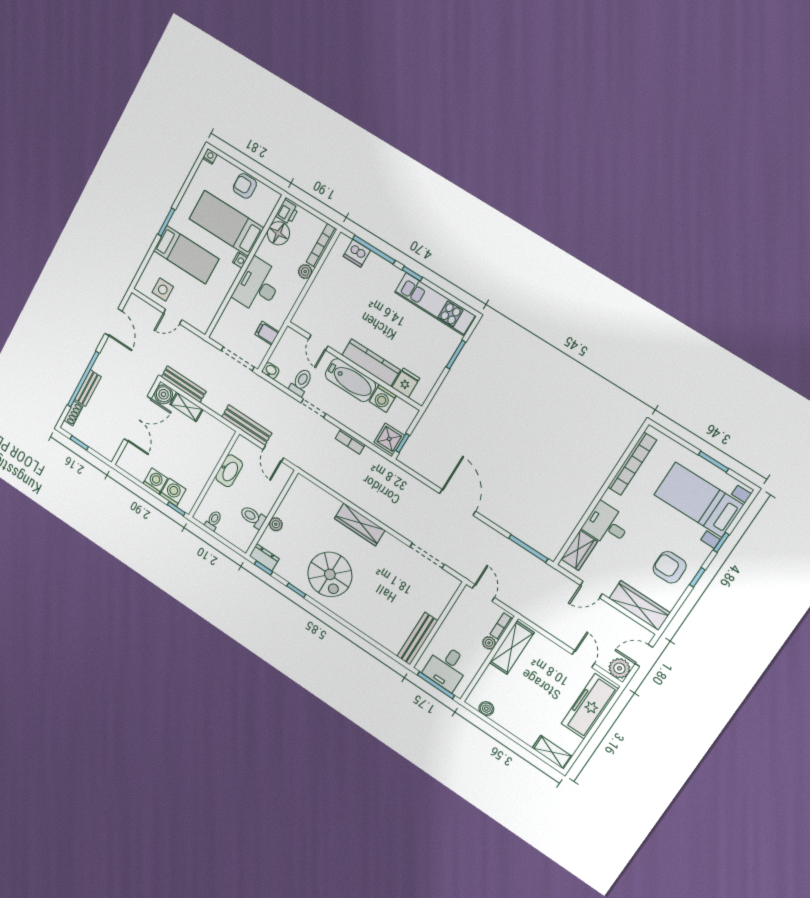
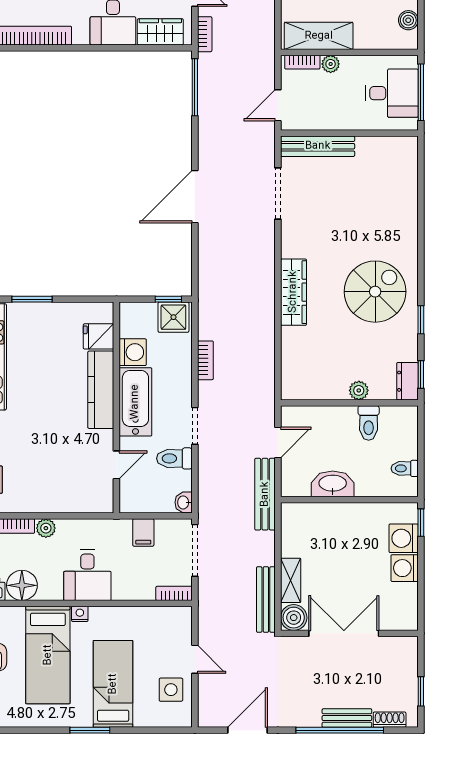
desk: (258, 286) -> (87, 575), width x0.73
bookcase: (219, 329) -> (174, 593), added
bookcase: (559, 577) -> (205, 34), added
bench: (417, 639) -> (318, 146), moved

